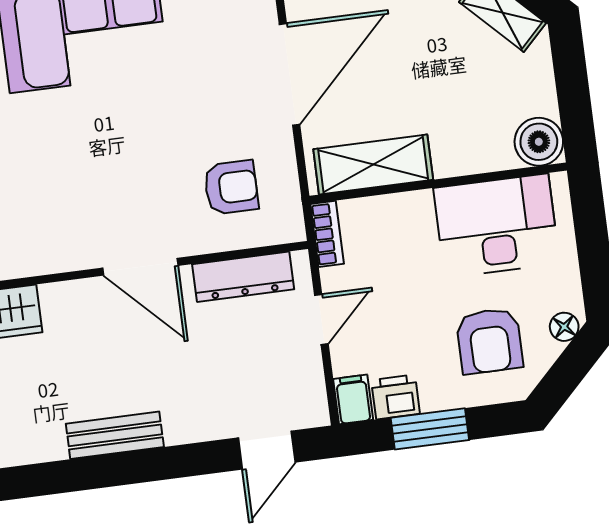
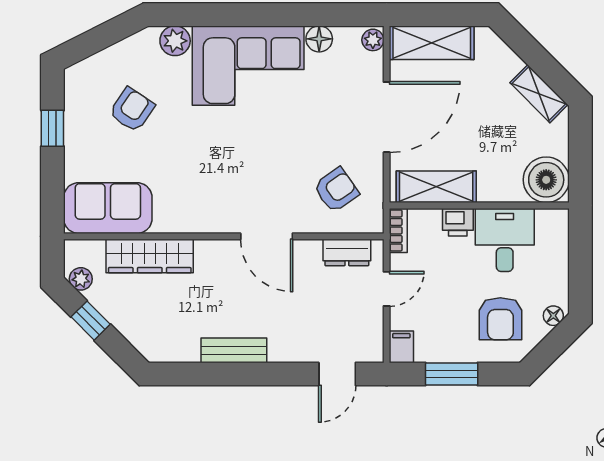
boiler: (539, 142) -> (546, 180), width x1.37, depth x1.37
armchair: (231, 187) -> (336, 190), turned -35
desk: (496, 226) -> (505, 240), width x0.73
dresser: (243, 277) -> (347, 252), width x0.70
printer: (396, 397) -> (458, 222), moved, turned 180

